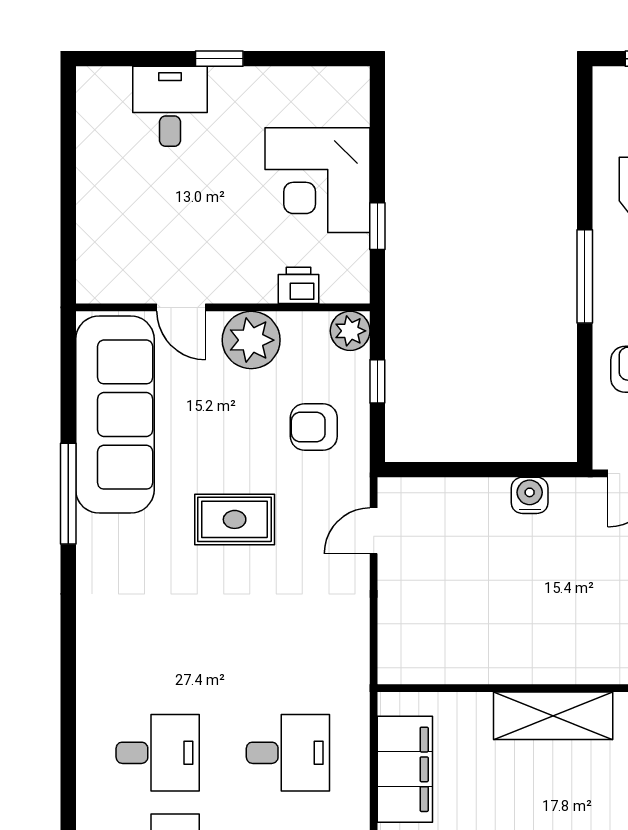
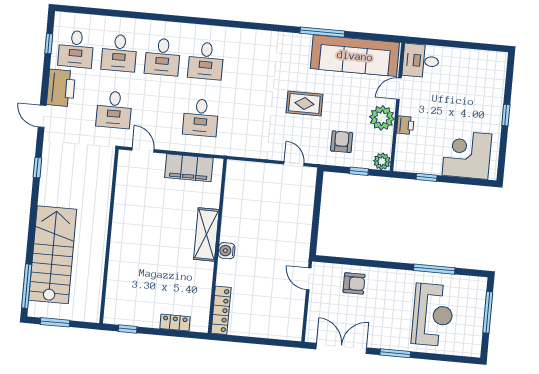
desk: (170, 106) -> (421, 61), moved, turned 180
corner desk: (317, 180) -> (467, 155), moved
window: (585, 276) -> (434, 269), moved
printer: (298, 285) -> (405, 125), moved
water cooler: (530, 495) -> (227, 251), moved, turned 180
rug: (235, 519) -> (304, 104), turned 90

